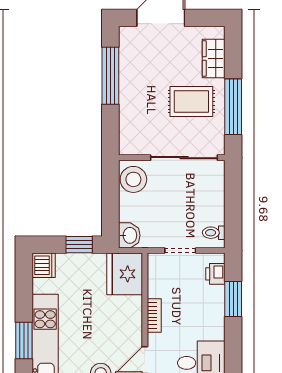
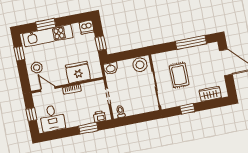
rug: (191, 101) -> (179, 75), moved
window: (233, 107) -> (187, 109), width x0.46
fridge: (125, 274) -> (78, 72), moved

